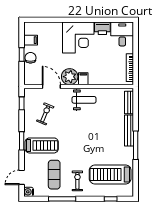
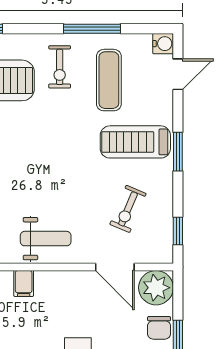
plant: (70, 77) -> (156, 288), moved
filing cabinet: (83, 79) -> (24, 283), moved
weight bench: (84, 100) -> (46, 239), turned 180

